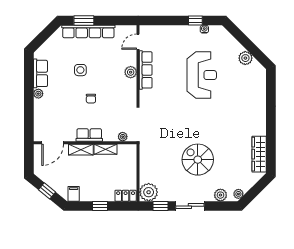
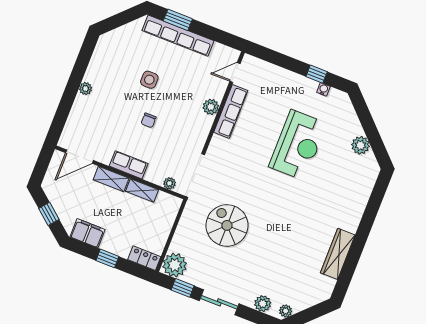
row of seats: (40, 73) -> (98, 65), removed
wardrobe: (259, 154) -> (338, 254), moved
spiral stairs: (198, 160) -> (227, 225), moved
filing cabinet: (74, 194) -> (88, 233), width x2.00

